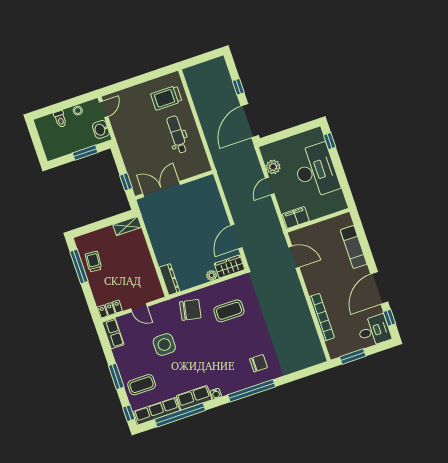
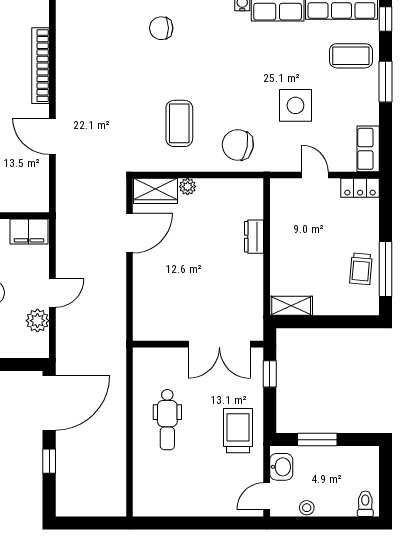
trolley: (166, 98) -> (238, 431), moved, turned -90
toilet: (60, 119) -> (365, 504), moved
door: (294, 257) -> (52, 136), moved
dresser: (169, 279) -> (254, 237), moved, width x0.70
coffee table: (229, 311) -> (179, 123), turned 90

